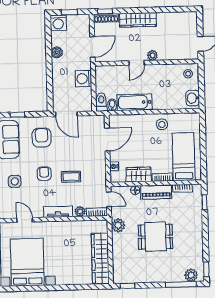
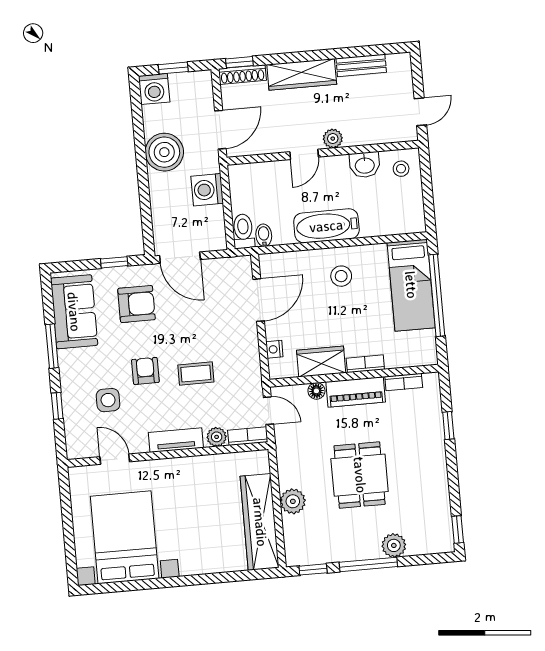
bench: (170, 17) -> (361, 65), added
boiler: (57, 52) -> (164, 152), width x1.86, depth x1.86
washbasin: (193, 98) -> (365, 165), moved, turned -90
bathtub: (135, 102) -> (326, 226), moved
window: (18, 115) -> (114, 262), moved
stool: (162, 124) -> (341, 276), moved
armchair: (42, 138) -> (137, 304), turned 90
window: (203, 143) -> (437, 295), added
bed: (184, 157) -> (411, 285), moved, turned 180
side table: (15, 181) -> (108, 400), moved
window: (204, 202) -> (448, 426), moved
plant: (118, 225) -> (293, 501), moved
dining table: (155, 237) -> (360, 475), turned 90
plant: (191, 275) -> (394, 545), moved
window: (181, 284) -> (368, 564), moved

